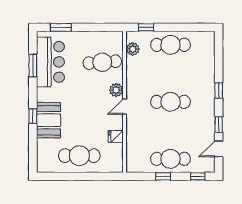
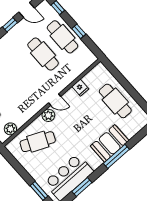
cafe table: (102, 62) -> (38, 142), turned -62
cafe table: (170, 102) -> (43, 54), moved
window: (33, 116) -> (116, 156), width x2.17

